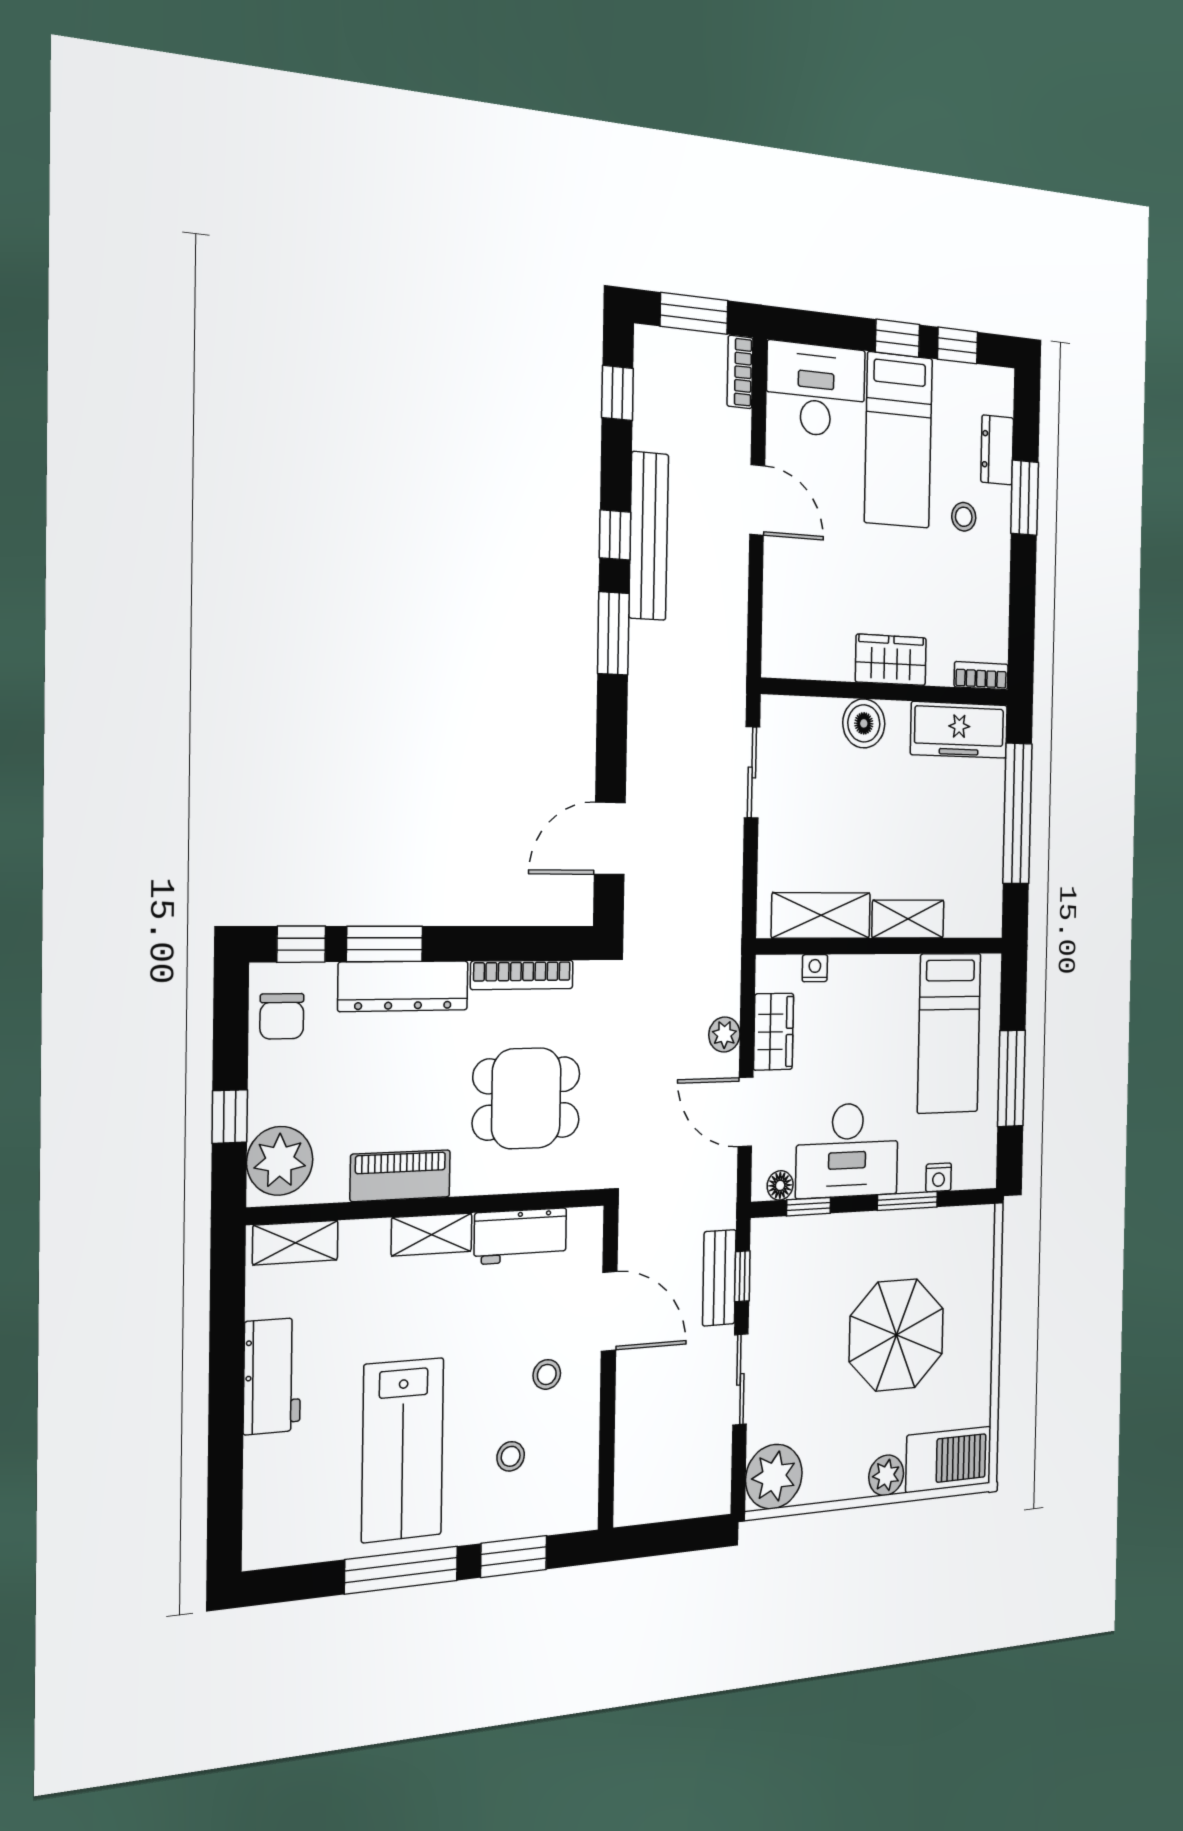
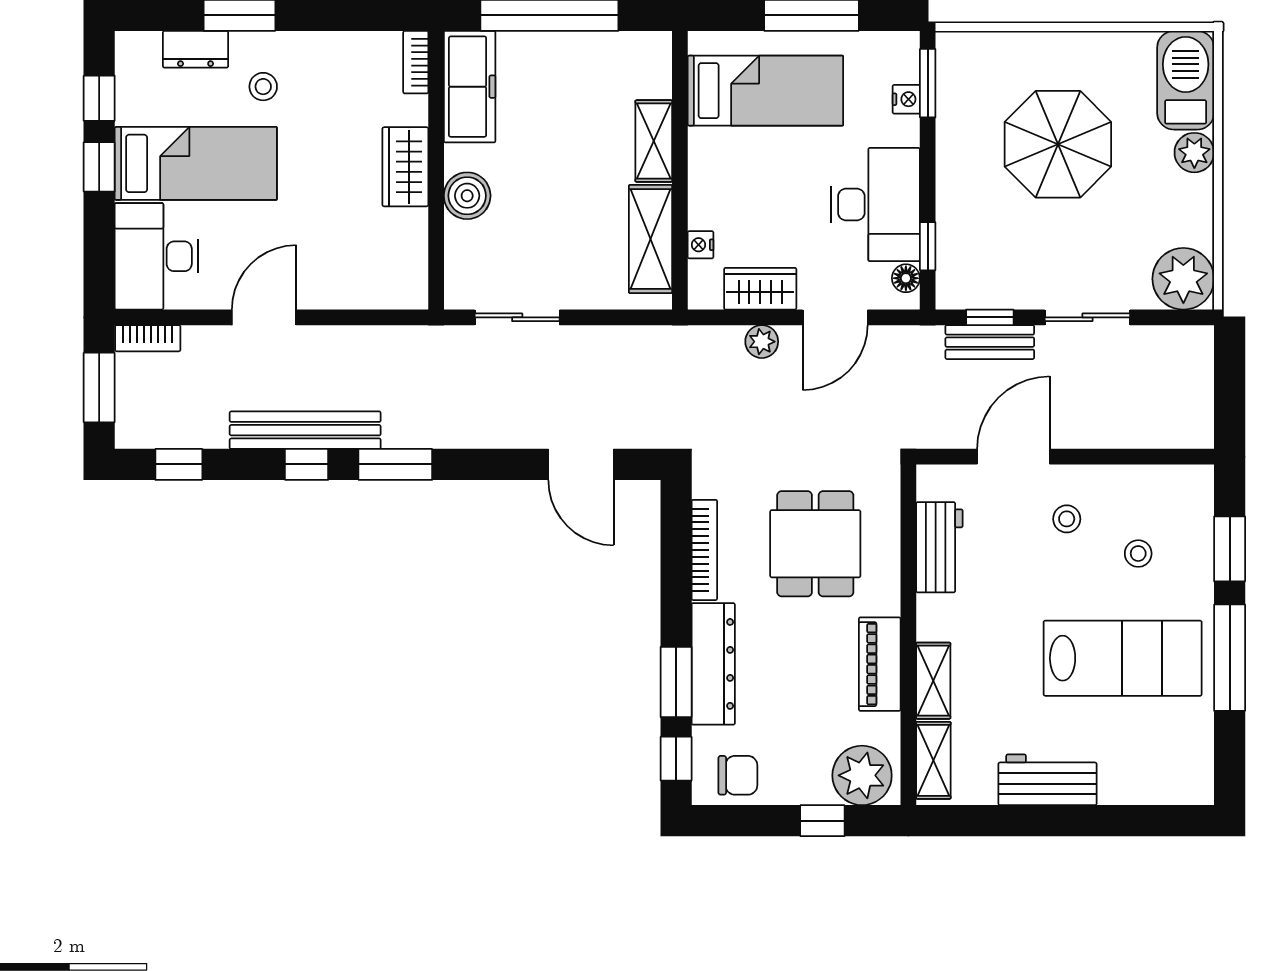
window: (907, 1201) -> (928, 83), moved
shelving: (432, 1234) -> (933, 681), moved

